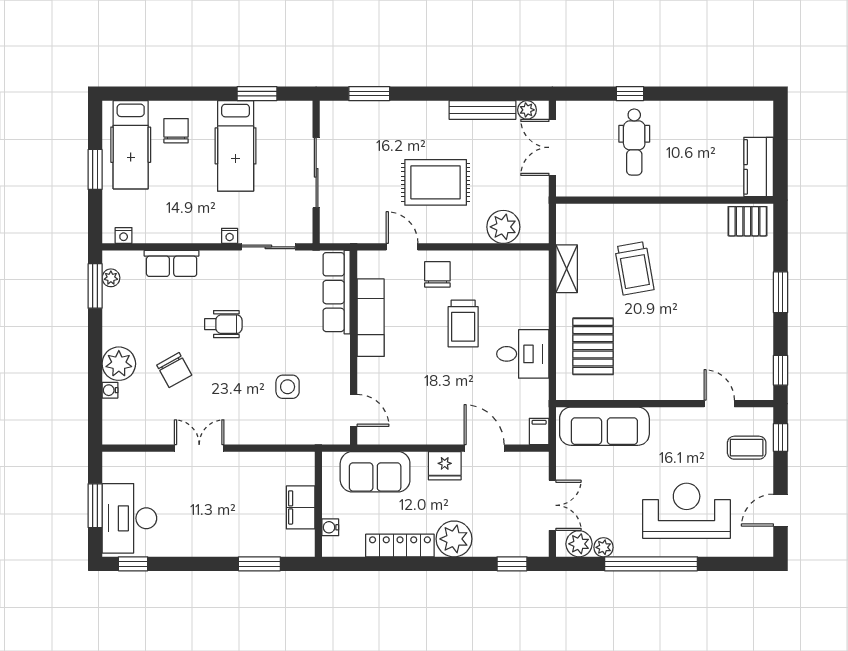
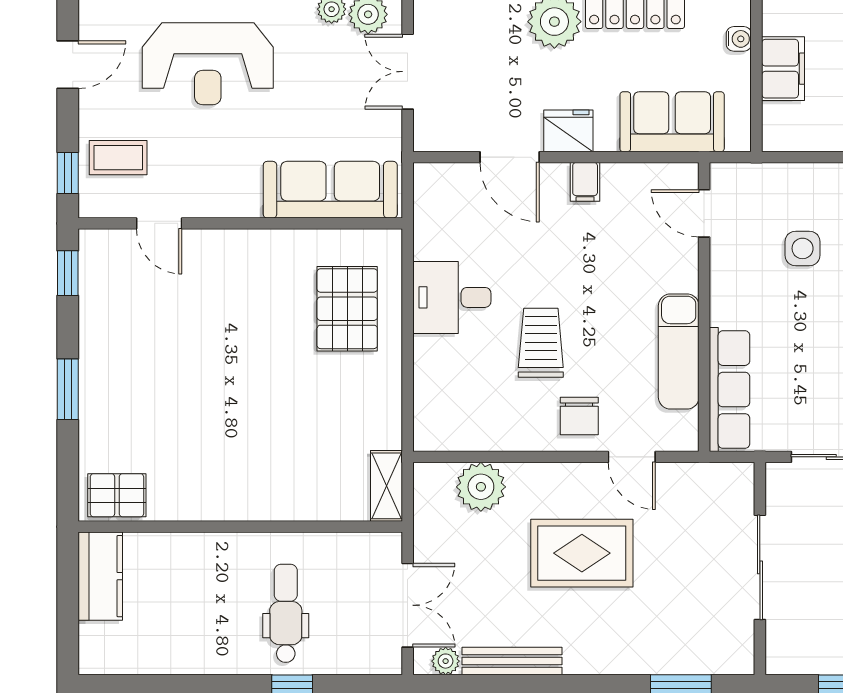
trolley: (634, 268) -> (286, 425), removed
shelving: (567, 269) -> (386, 486), moved
filing cabinet: (539, 431) -> (585, 182), moved

